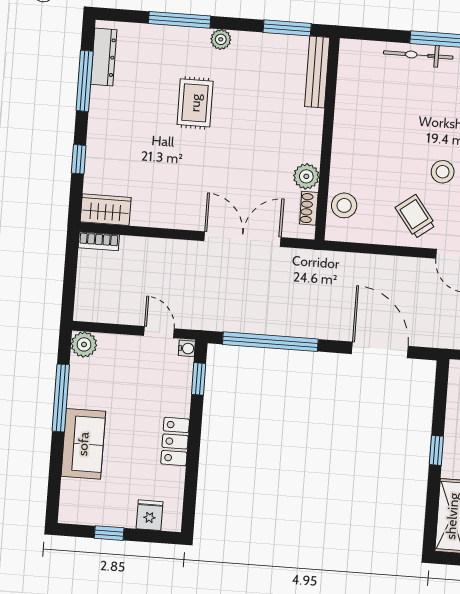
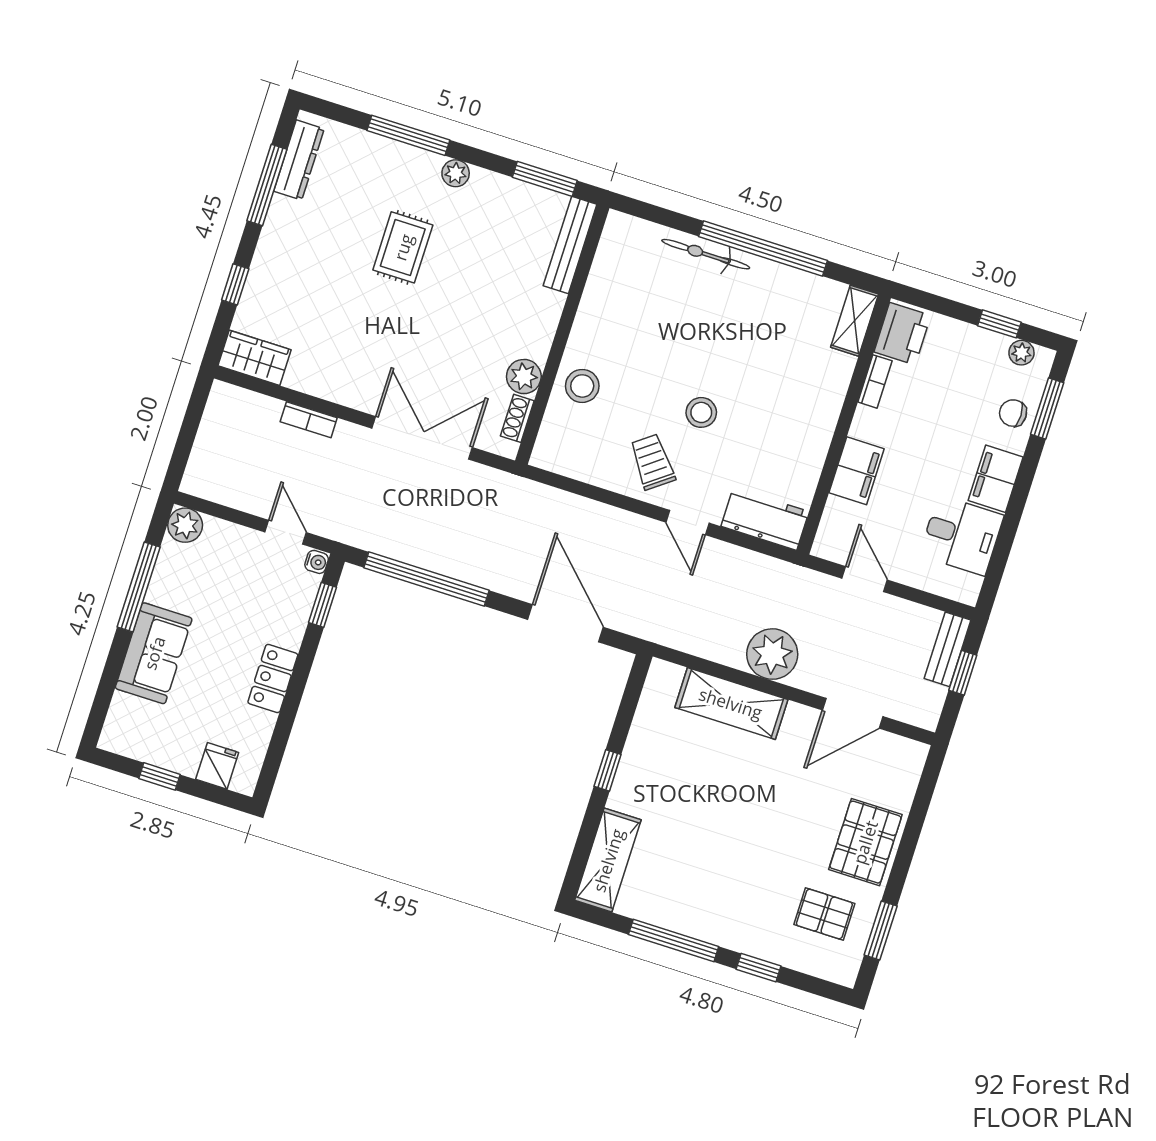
stool: (344, 205) -> (582, 386), moved
bookcase: (99, 241) -> (309, 420), moved

